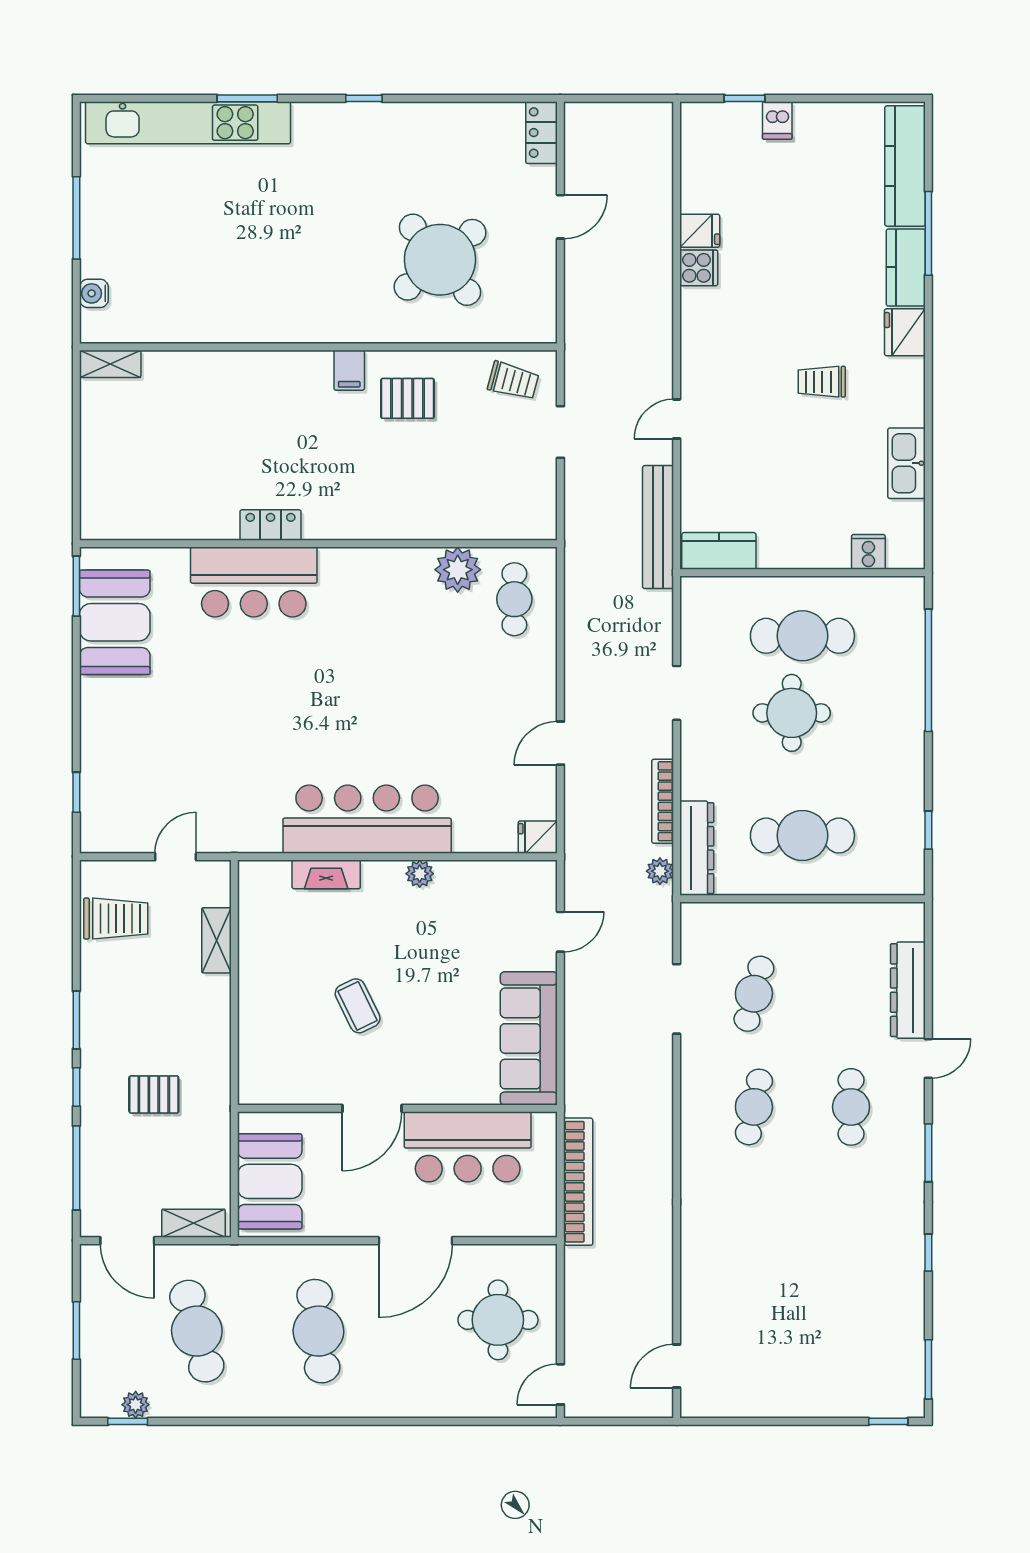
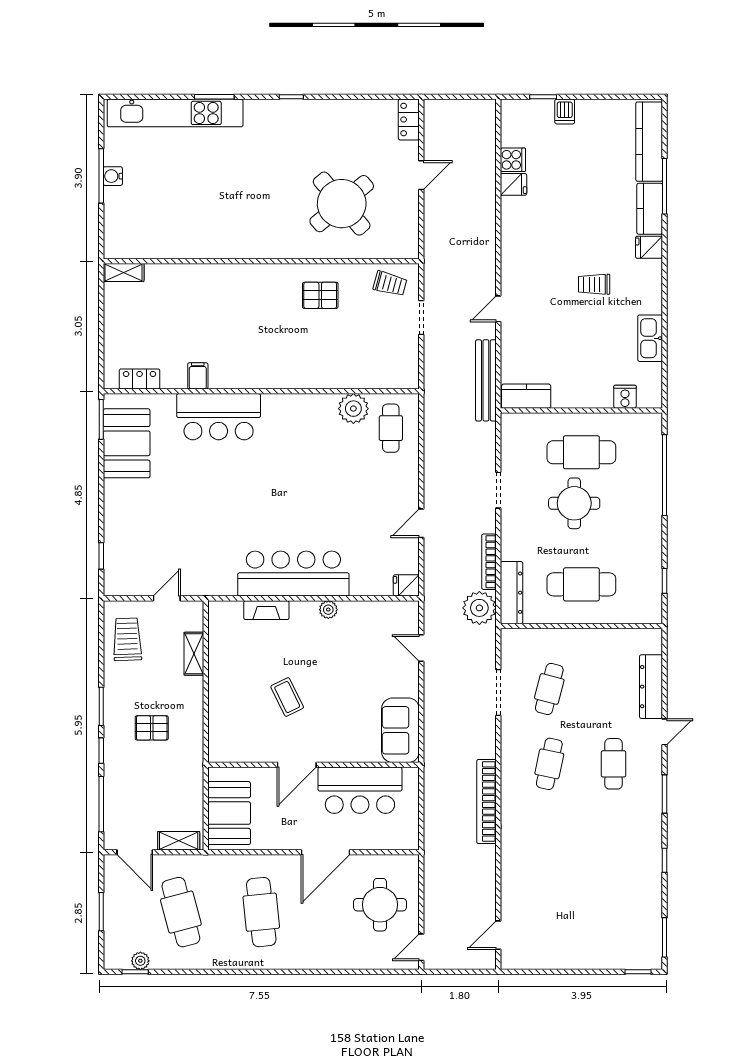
cooker: (699, 268) -> (513, 160), moved
water cooler: (94, 293) -> (113, 176), moved
fridge: (905, 332) -> (649, 247), width x0.72
filing cabinet: (349, 370) -> (198, 376), moved, turned 180
locker: (271, 525) -> (140, 379), moved
plant: (660, 871) -> (479, 608), width x1.87, depth x1.87
trolley: (116, 919) -> (127, 639), turned -92
door: (560, 932) -> (421, 648), swing flipped
sofa: (529, 1038) -> (400, 730), width x0.73
pallet: (154, 1094) -> (152, 728), moved
bookcase: (578, 1182) -> (486, 801), moved, turned 180

